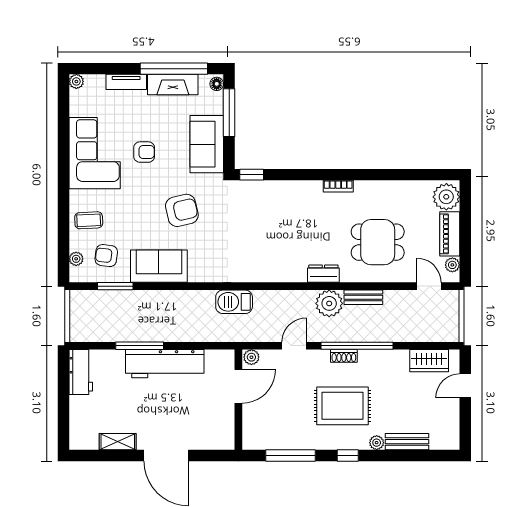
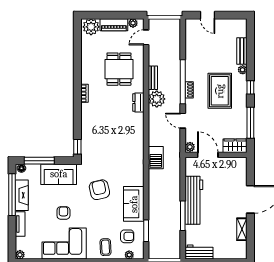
armchair: (106, 256) -> (127, 236), turned -97
wardrobe: (429, 361) -> (235, 146), moved, turned -90

